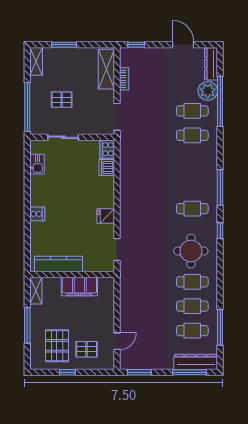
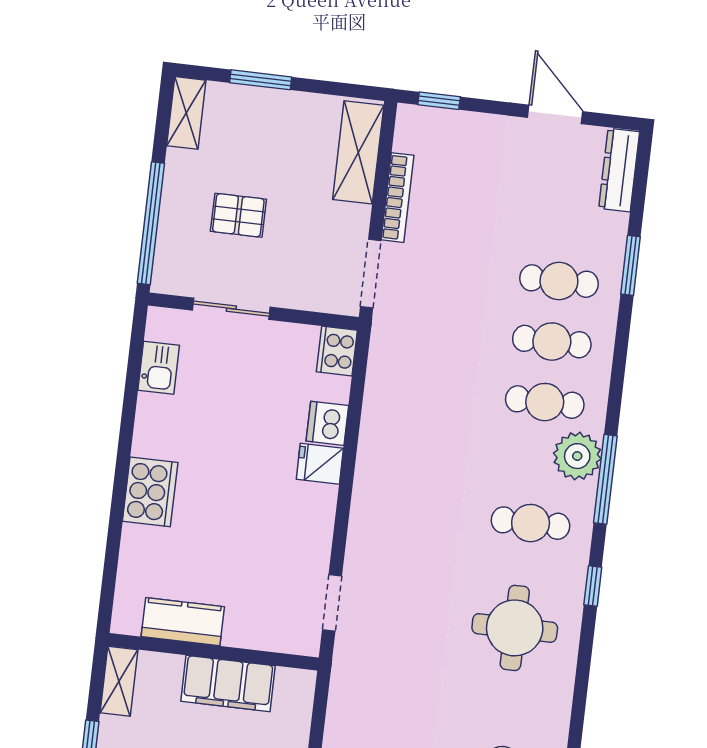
bookcase: (124, 79) -> (398, 198), width x1.56
plant: (208, 91) -> (577, 456), moved
window: (220, 101) -> (630, 265), width x0.47
dishwasher: (107, 168) -> (327, 423), moved
cooker: (37, 214) -> (150, 492), width x1.87, depth x1.31
fridge: (106, 216) -> (320, 464), moved
kitchen counter: (58, 264) -> (183, 622), width x0.67
cafe table: (192, 282) -> (545, 402), moved

